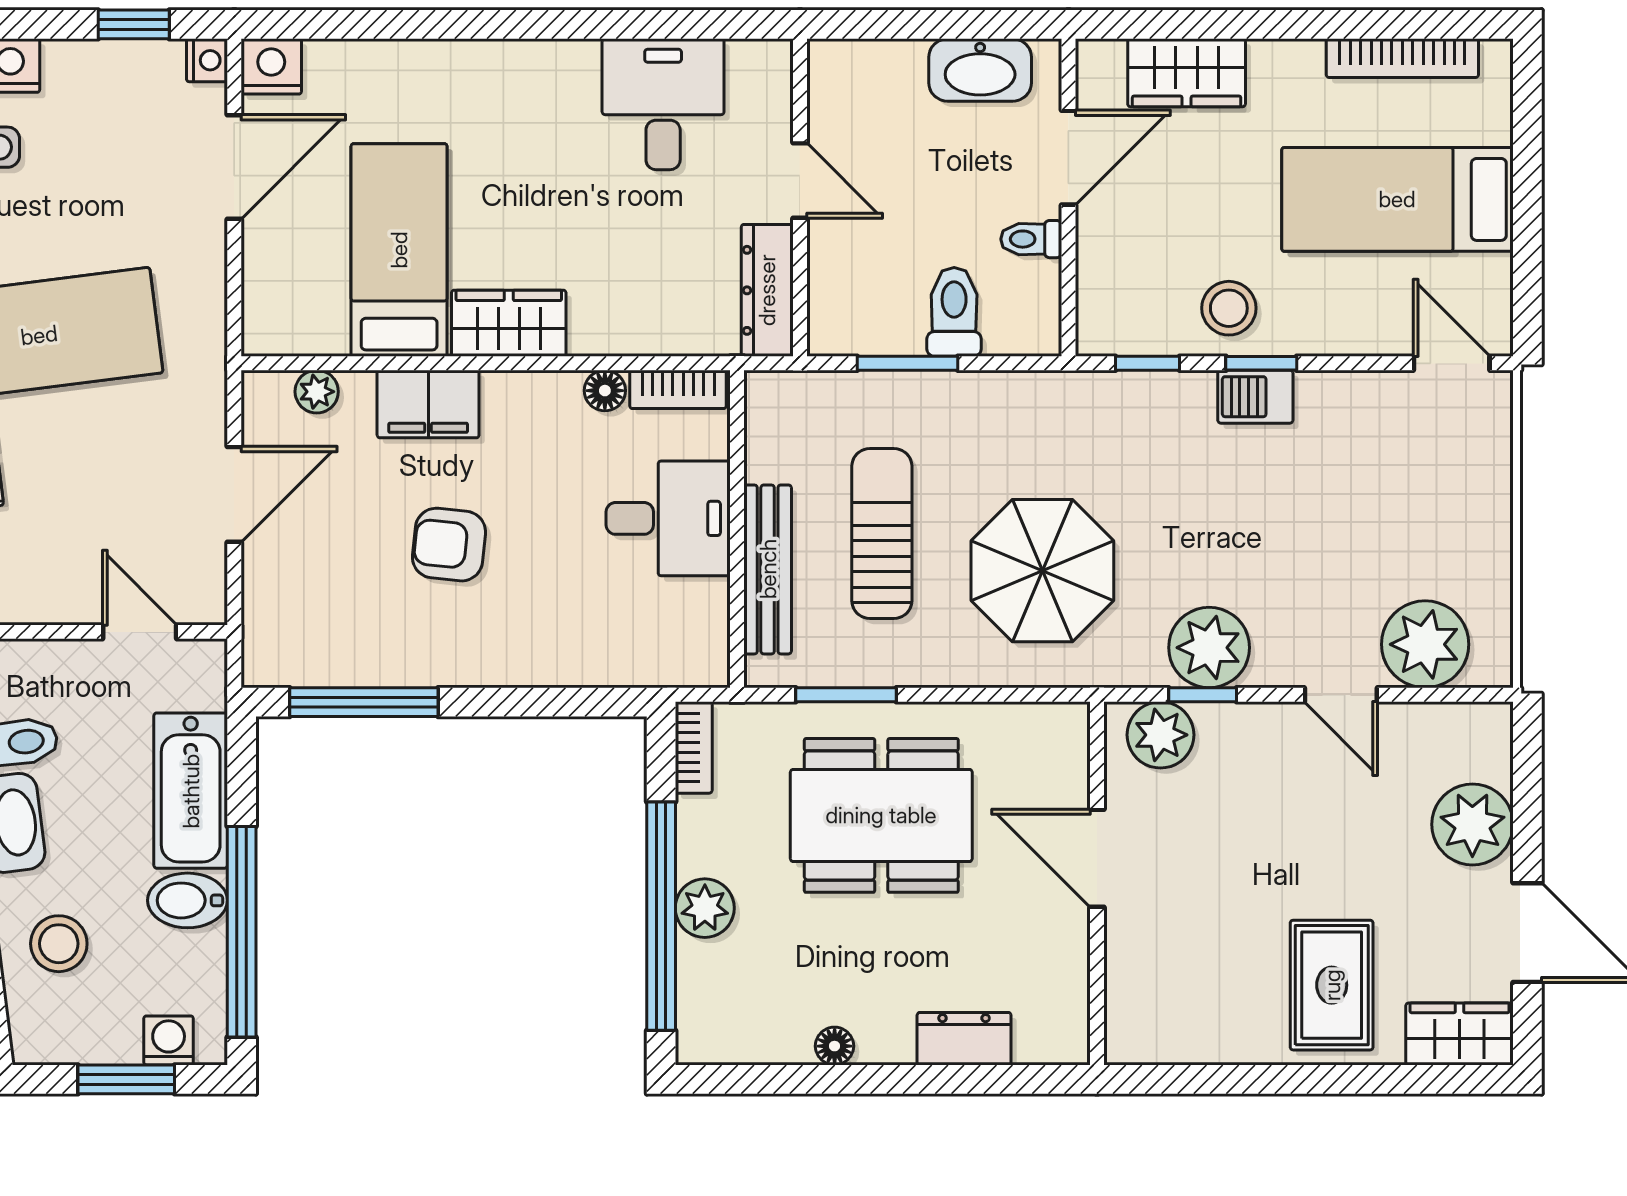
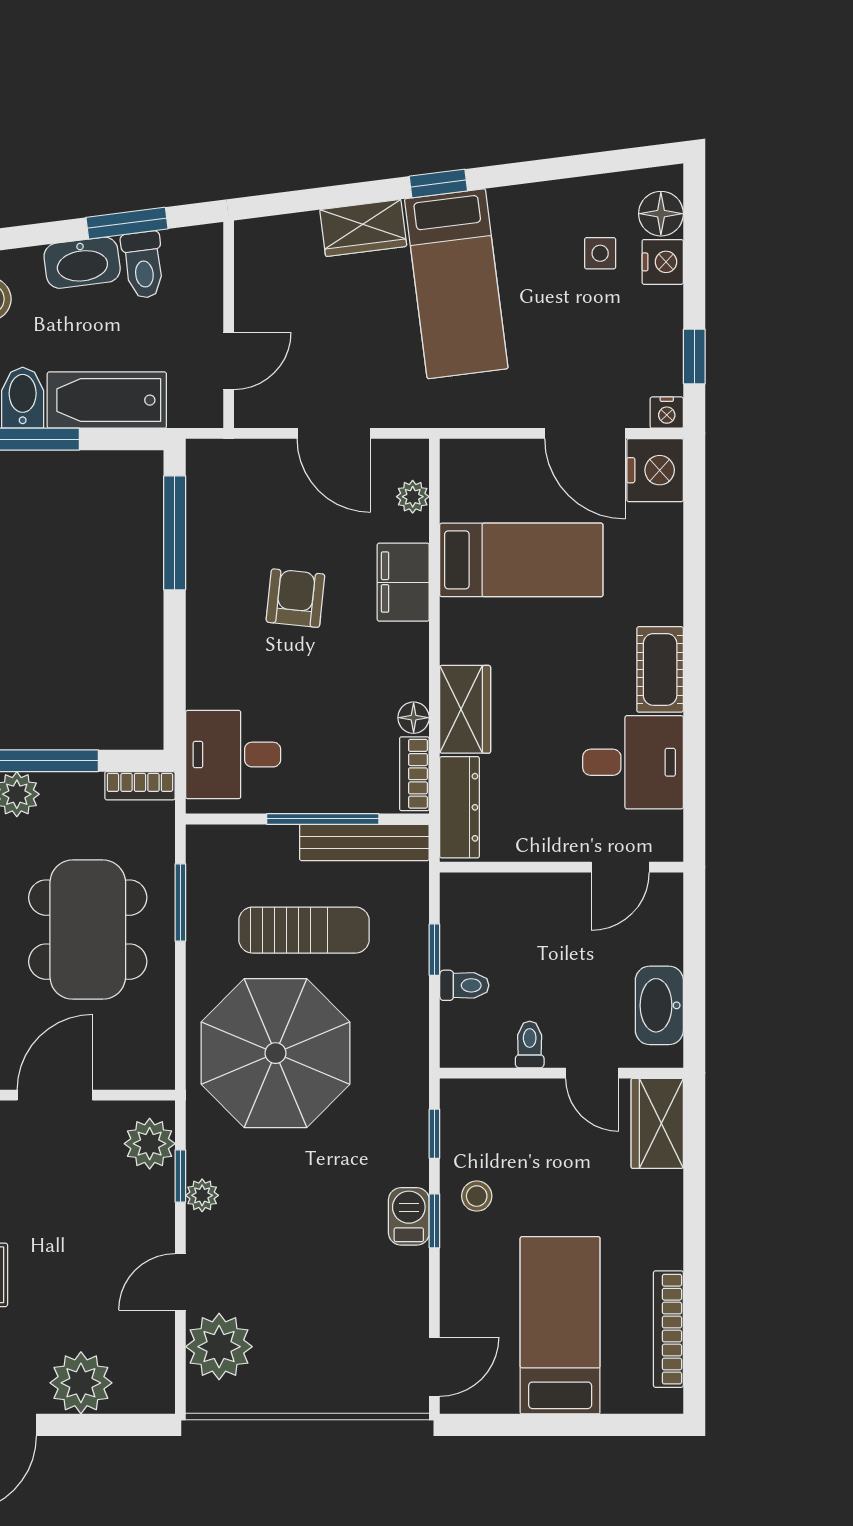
nightstand: (271, 66) -> (655, 470), width x1.36, depth x1.33
cot: (542, 69) -> (660, 669), added
wardrobe: (1187, 73) -> (657, 1123), moved
door: (1068, 158) -> (592, 1073), width x0.73
door: (800, 180) -> (620, 867), moved
dresser: (767, 290) -> (460, 807), moved, turned 90
stool: (1229, 308) -> (477, 1196), width x0.73, depth x0.73
toilet: (954, 312) -> (464, 985), width x0.73, depth x0.72
wardrobe: (509, 323) -> (465, 709), moved
window: (908, 363) -> (434, 950), width x0.67
window: (737, 509) -> (323, 819), added
desk: (668, 518) -> (233, 755), moved, turned 90
bench: (768, 569) -> (364, 842), moved
parasol: (1042, 571) -> (275, 1053), width x1.36, depth x1.36
plant: (1209, 648) -> (202, 1195), width x0.53, depth x0.53

